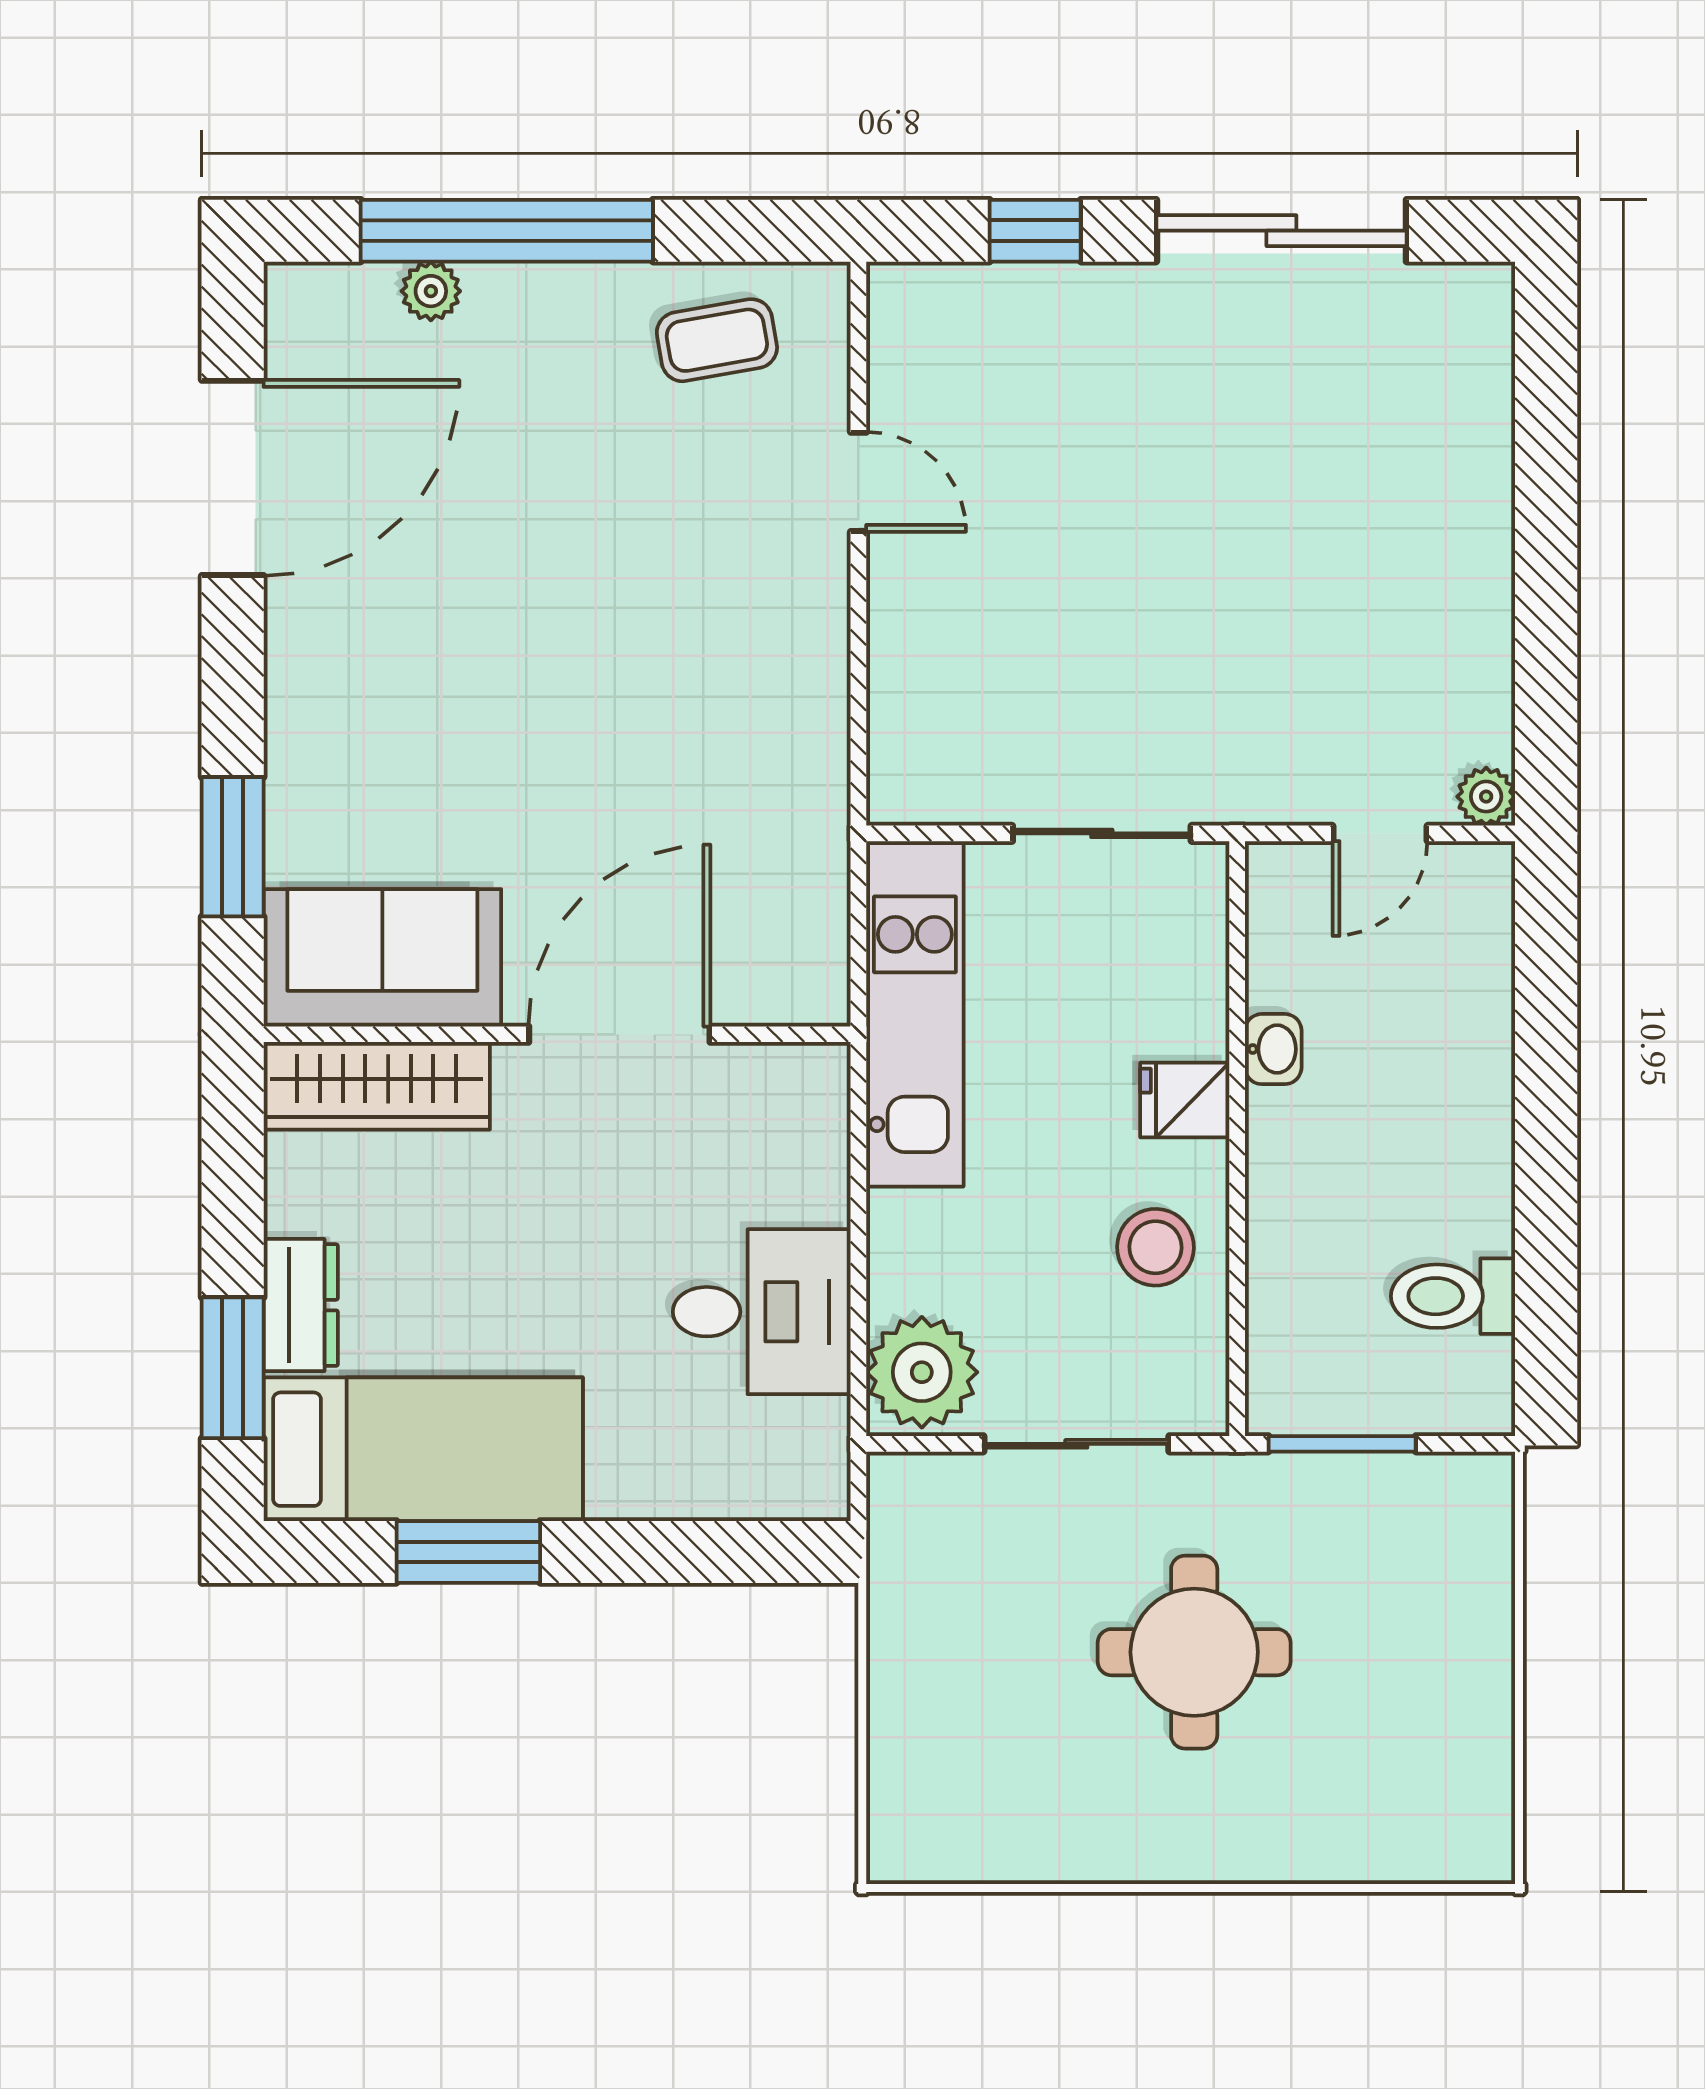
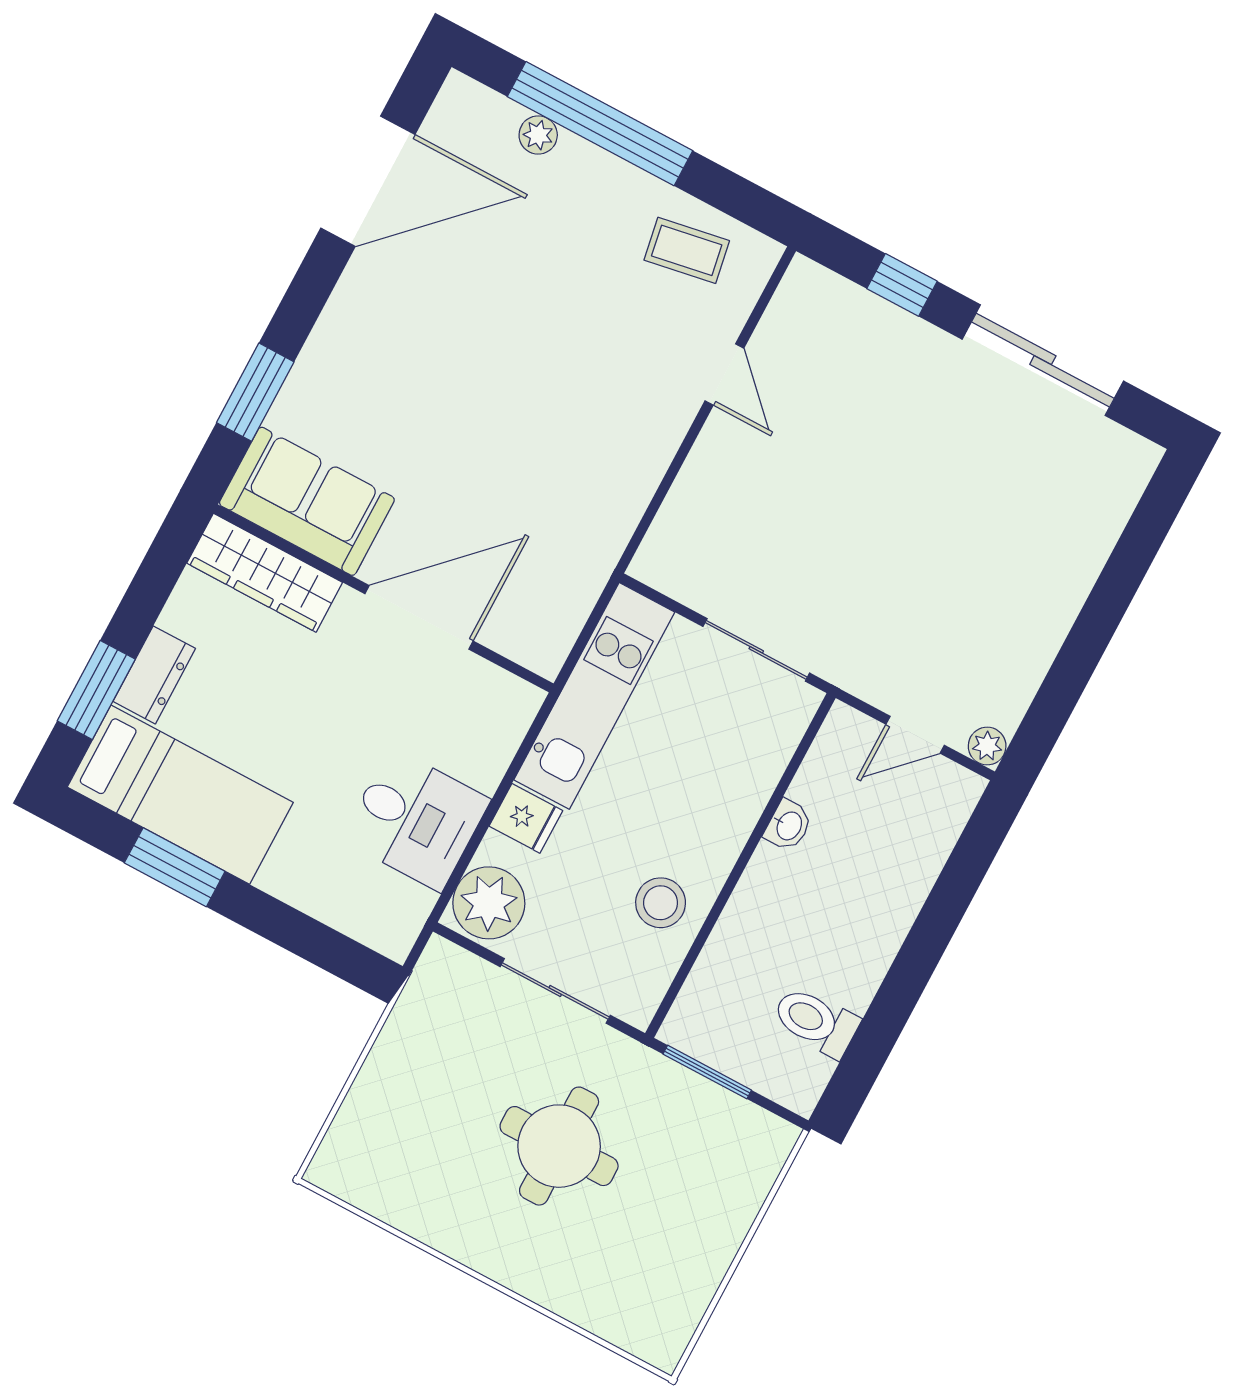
fridge: (1185, 1100) -> (526, 818), moved, turned 180

